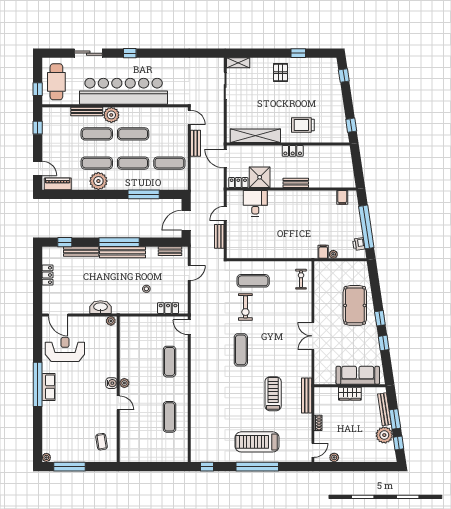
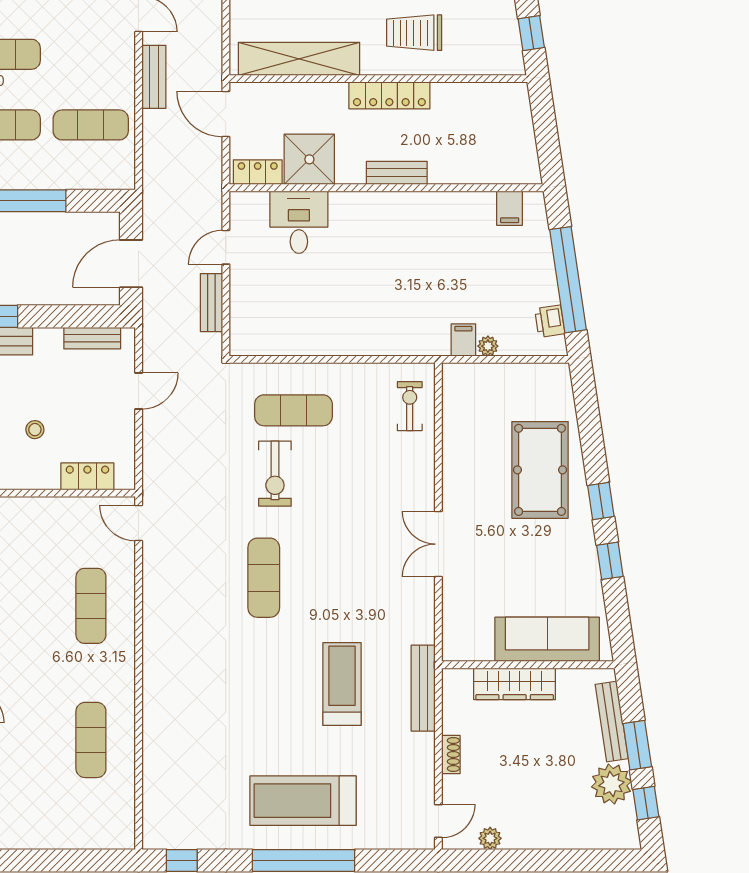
locker: (293, 151) -> (389, 95), width x1.53
wardrobe: (350, 394) -> (515, 684), width x1.50

